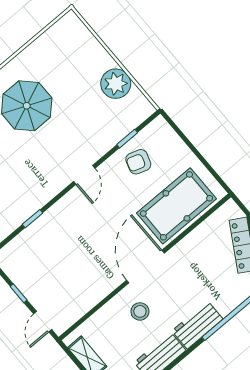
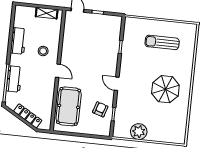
door: (145, 267) -> (58, 71), width x0.53
workbench: (197, 325) -> (14, 79), moved

